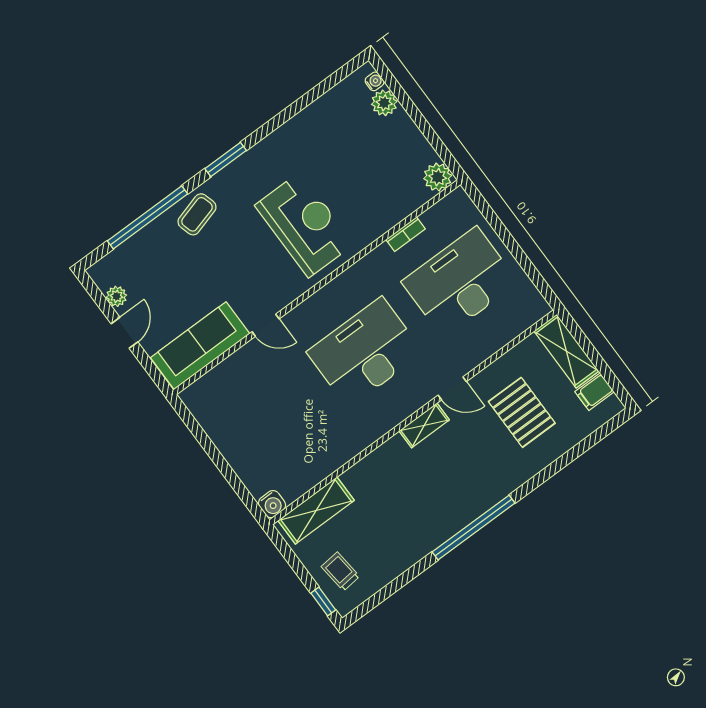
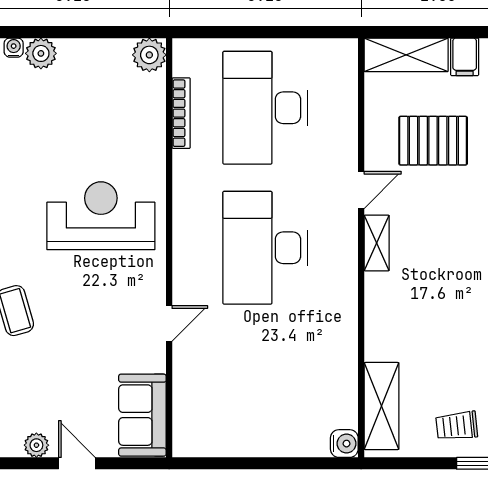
bookcase: (406, 234) -> (181, 113), width x1.56
sofa: (200, 346) -> (142, 415), width x0.73

